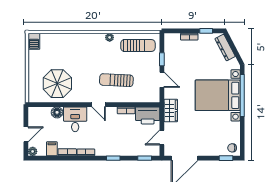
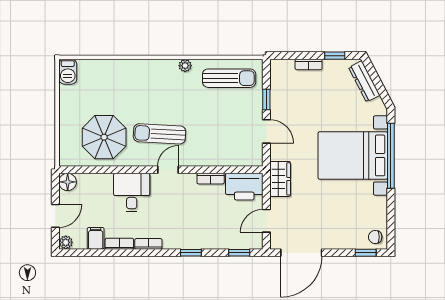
sun lounger: (116, 80) -> (159, 134), moved
door: (99, 105) -> (168, 170), swing flipped
floor lamp: (57, 112) -> (68, 182), moved

